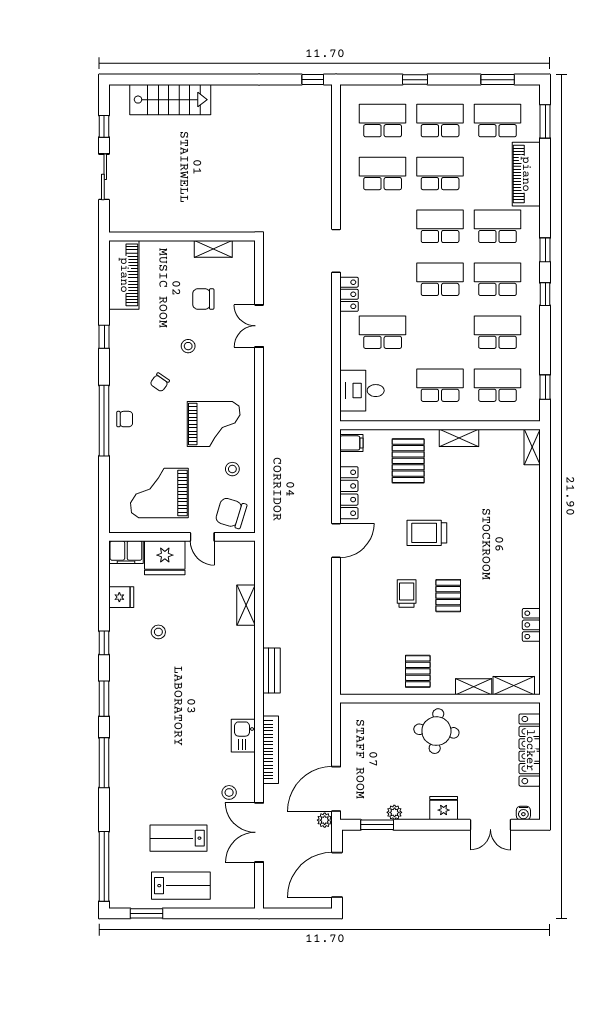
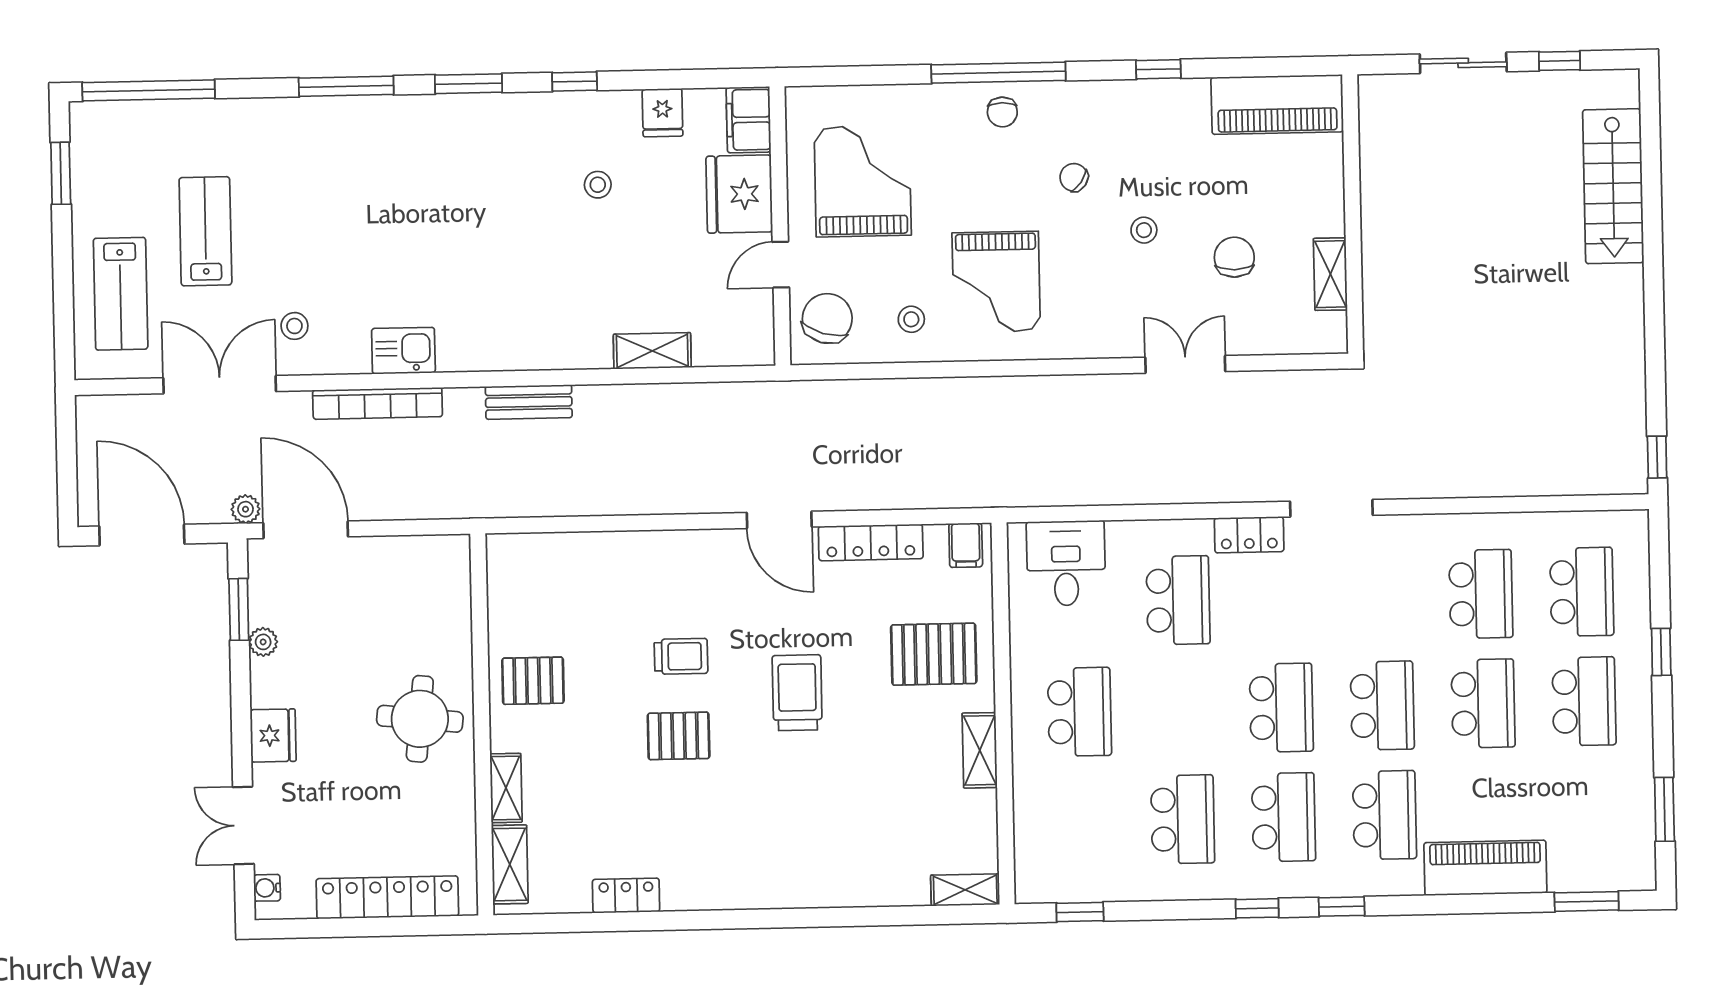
school desk: (497, 121) -> (1586, 811), removed
school desk: (497, 385) -> (1082, 821), removed
lab bench: (181, 886) -> (121, 294), moved

